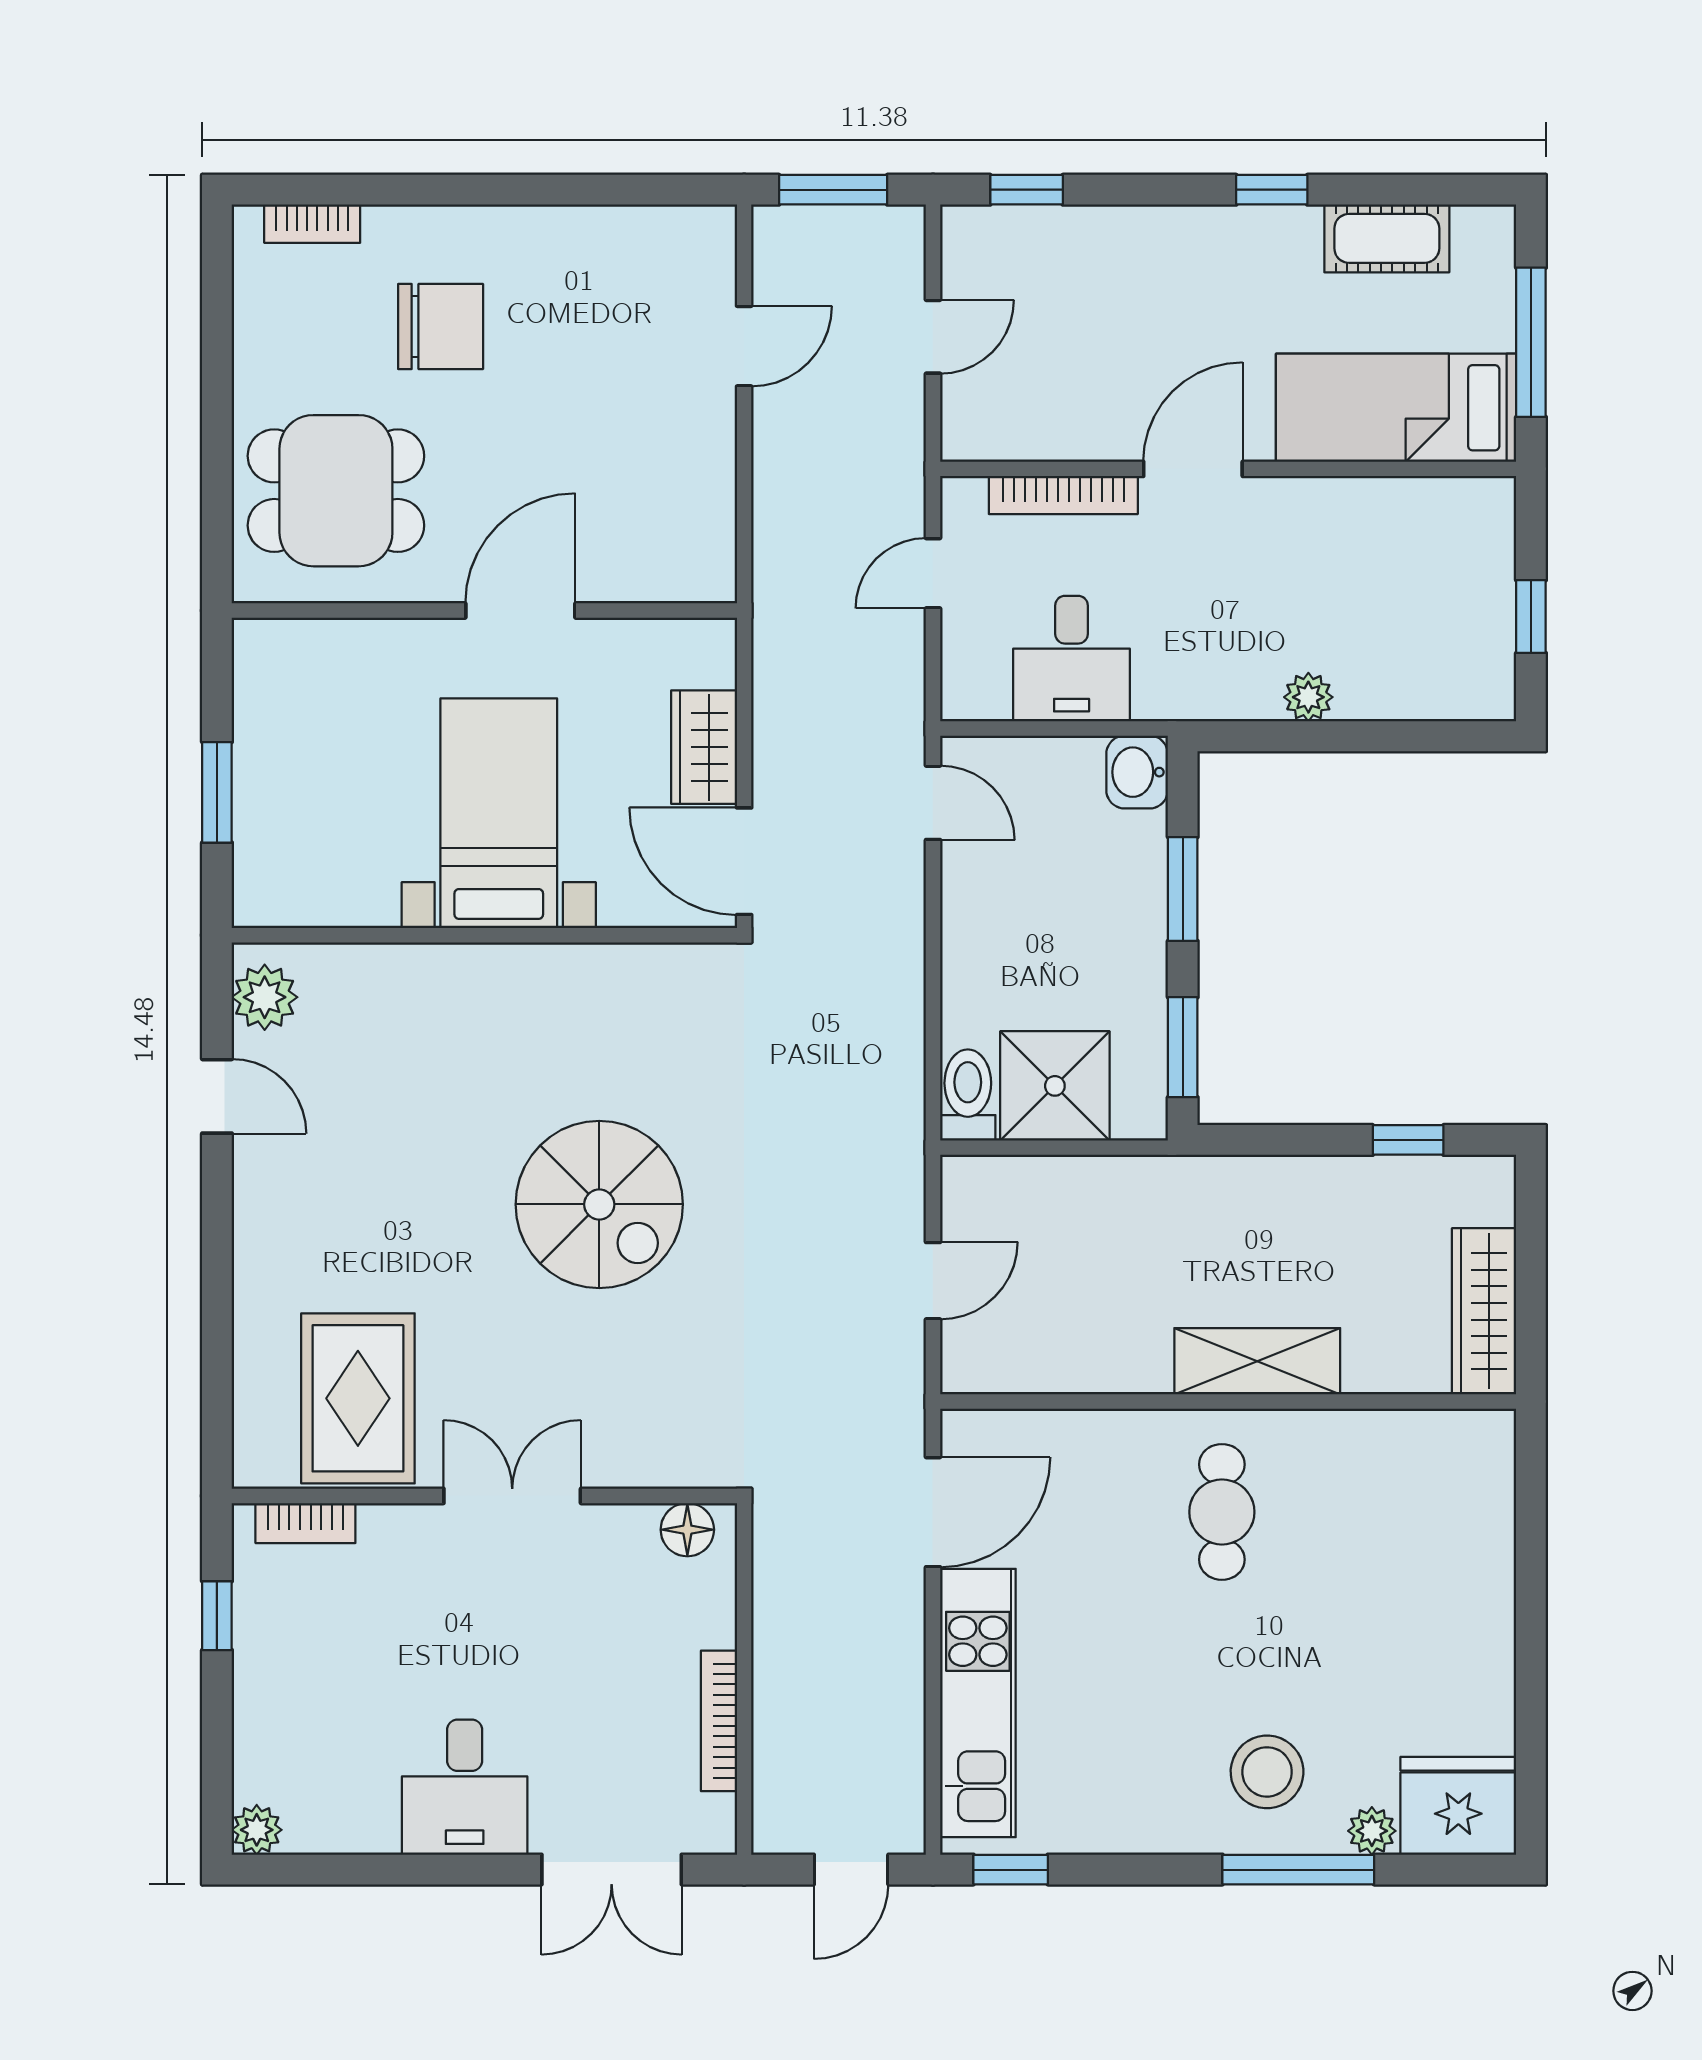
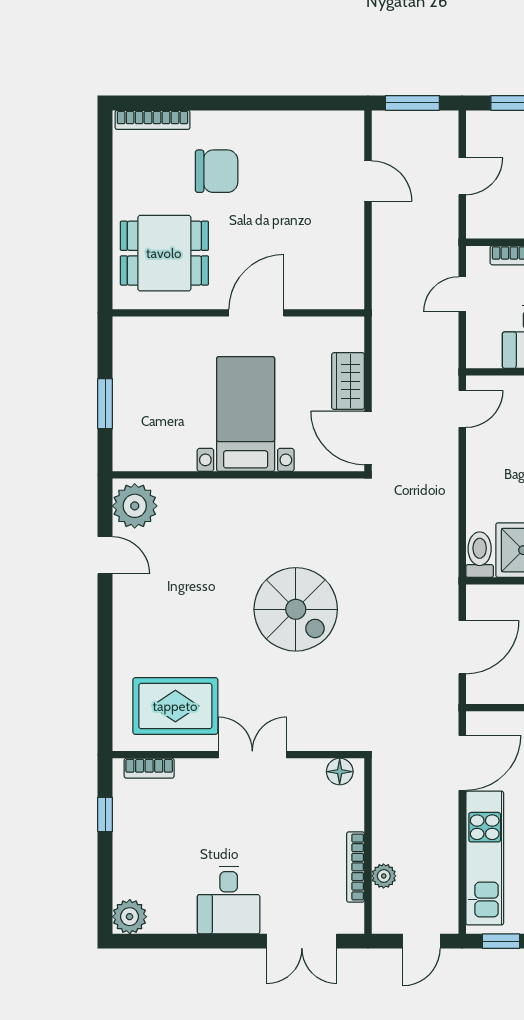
bookcase: (312, 224) -> (153, 120), width x1.56
door: (744, 346) -> (368, 181), hinge flipped
door: (933, 803) -> (462, 409), hinge flipped
plant: (265, 997) -> (135, 506), width x1.36, depth x1.36
door: (933, 1281) -> (462, 647), width x1.38
rug: (358, 1398) -> (175, 706), turned 90
plant: (776, 1739) -> (384, 876), added
plant: (257, 1830) -> (130, 917), width x1.38, depth x1.38

